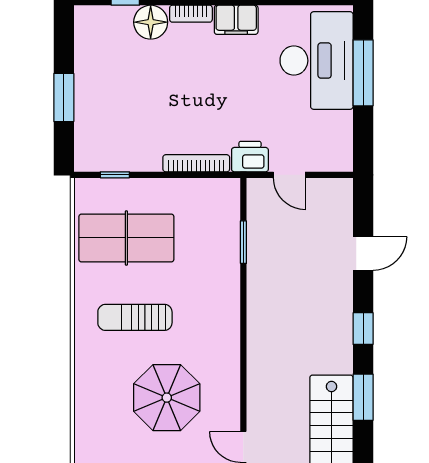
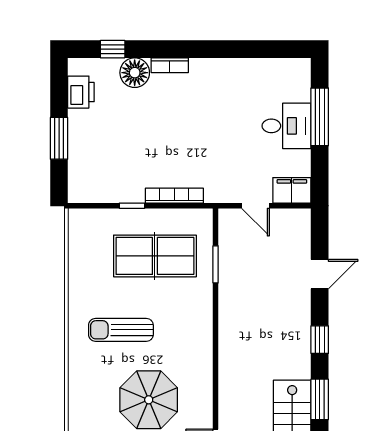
filing cabinet: (236, 20) -> (292, 190), moved, turned 180
desk: (317, 61) -> (287, 126), width x0.53, depth x0.77
printer: (250, 157) -> (81, 92), moved, turned 90
window: (115, 175) -> (132, 206), moved
table tennis table: (126, 238) -> (155, 256), moved

